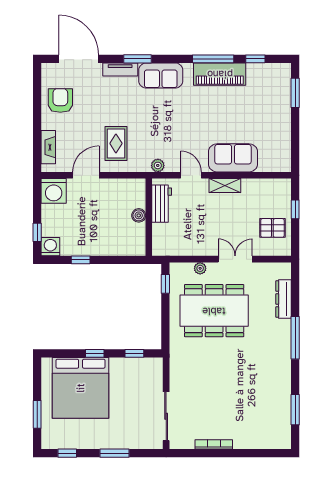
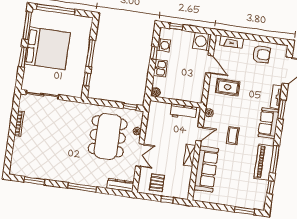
coffee table: (187, 126) -> (233, 136), added
sofa: (233, 158) -> (206, 169), width x1.36
boiler: (139, 215) -> (156, 92), moved
washing machine: (50, 247) -> (164, 45), moved
kitchen sink: (102, 247) -> (160, 68), added
dresser: (284, 299) -> (120, 185), moved
window: (95, 353) -> (91, 53), width x2.17
bed: (81, 388) -> (47, 48), moved, turned 180
window: (37, 414) -> (56, 9), width x2.11
window: (67, 453) -> (27, 26), width x2.17

